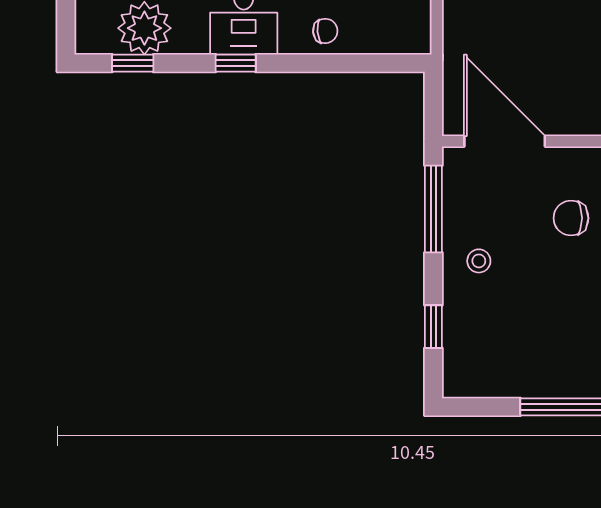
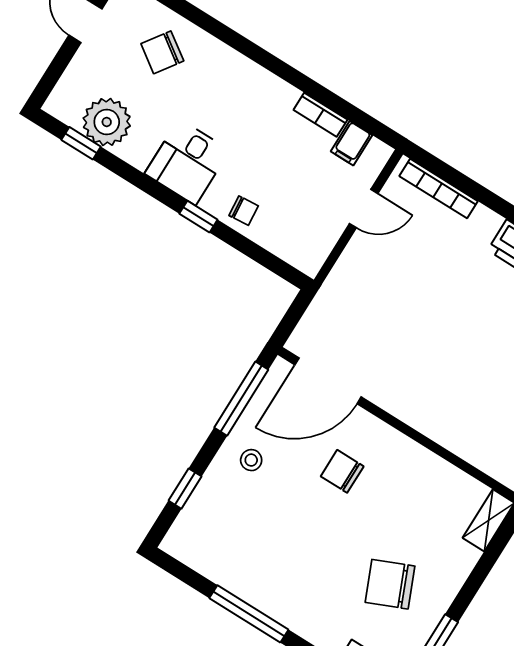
window: (236, 63) -> (198, 217), moved
door: (505, 141) -> (328, 381), swing flipped

